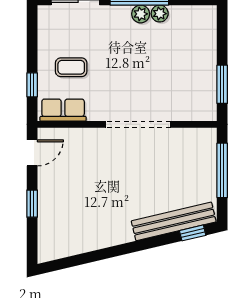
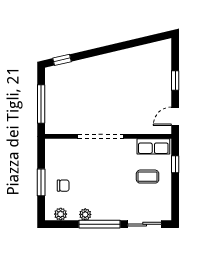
plant: (141, 14) -> (61, 214), moved
chair: (191, 54) -> (63, 186), added
window: (222, 84) -> (41, 182), moved
bench: (174, 221) -> (75, 68), removed

